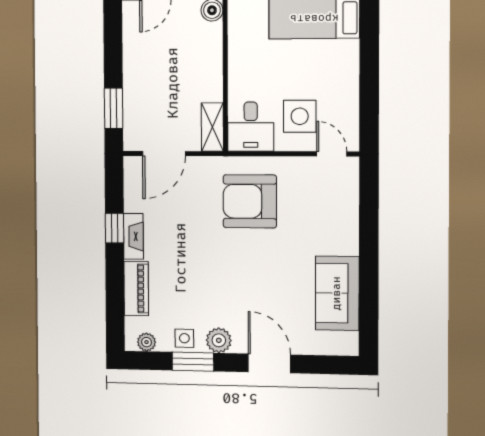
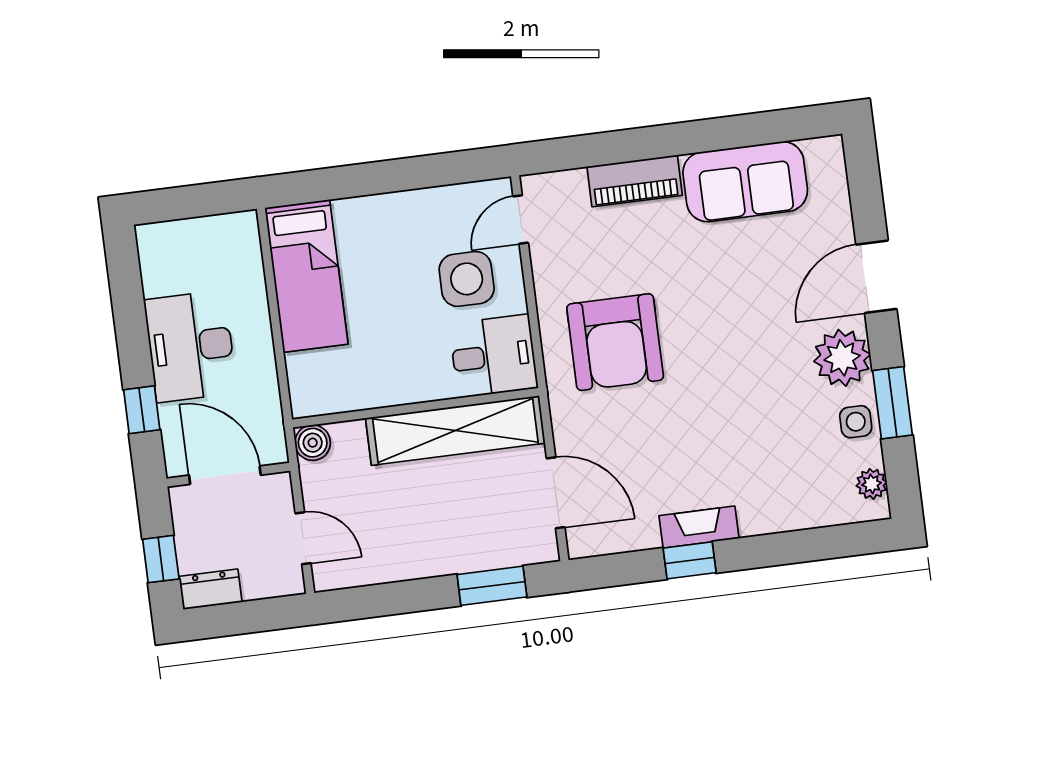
shelving: (212, 127) -> (455, 431), width x2.20, depth x1.33
piano: (136, 288) -> (635, 181), moved, turned 180
plant: (219, 340) -> (842, 358), width x1.36, depth x1.36

